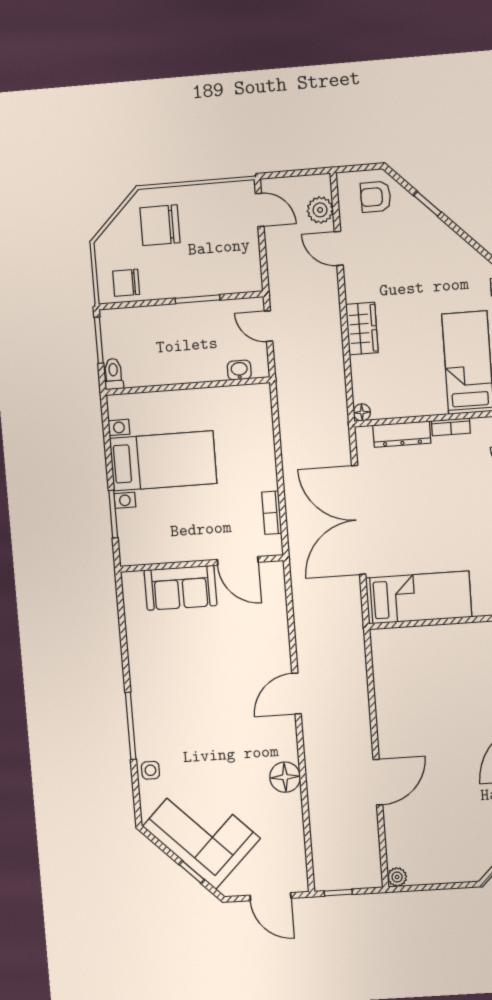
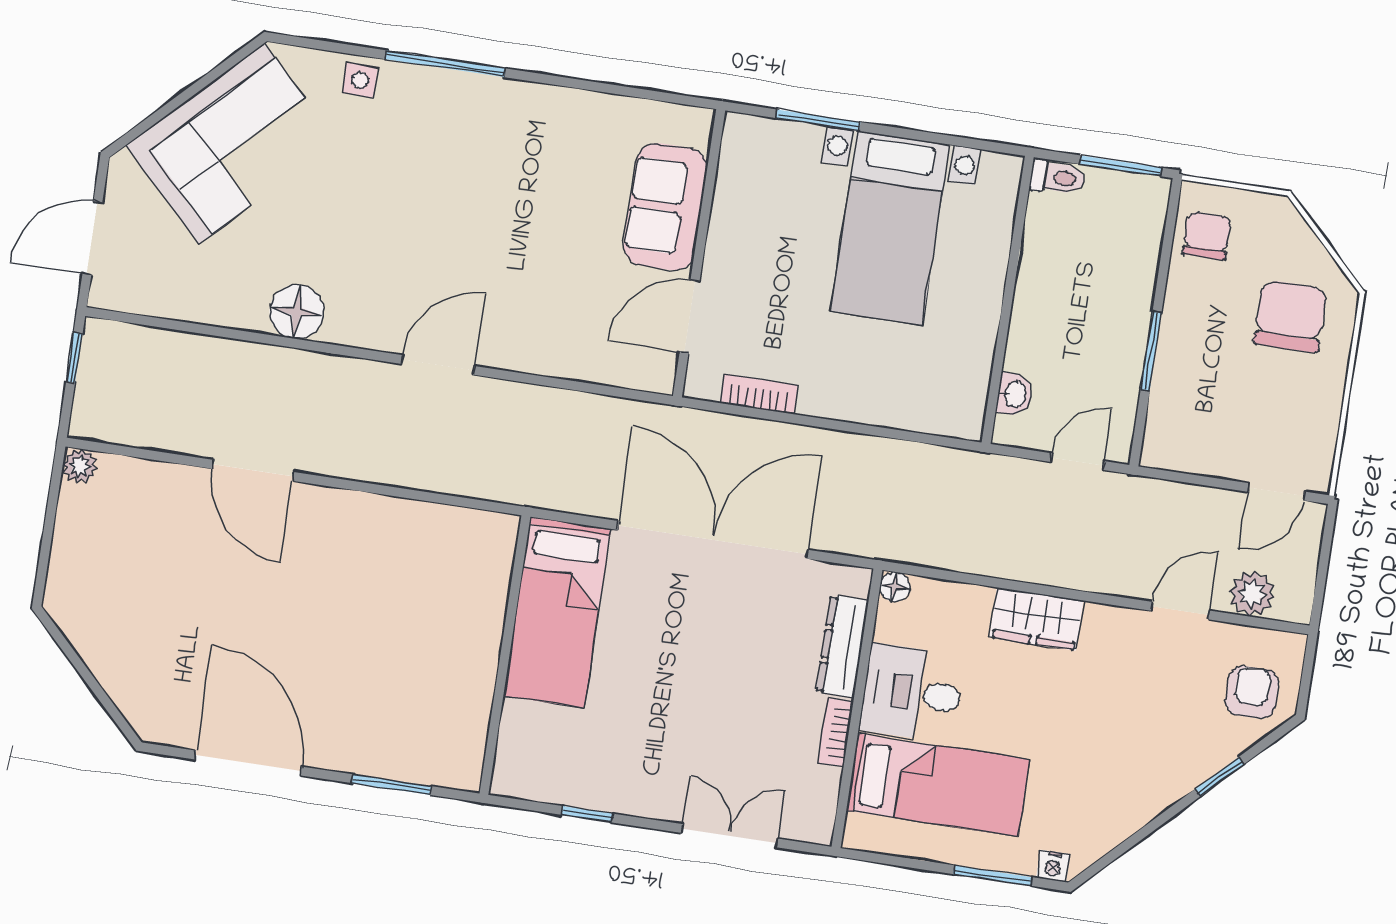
desk: (419, 389) -> (912, 693), added
door: (297, 694) -> (438, 365), hinge flipped
window: (192, 872) -> (165, 110), removed

